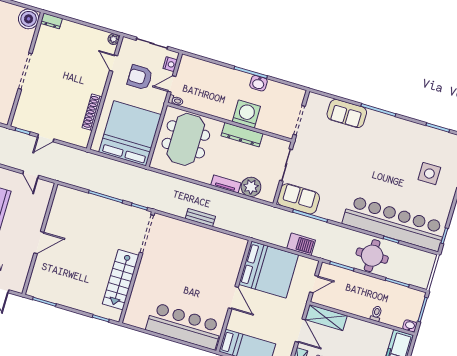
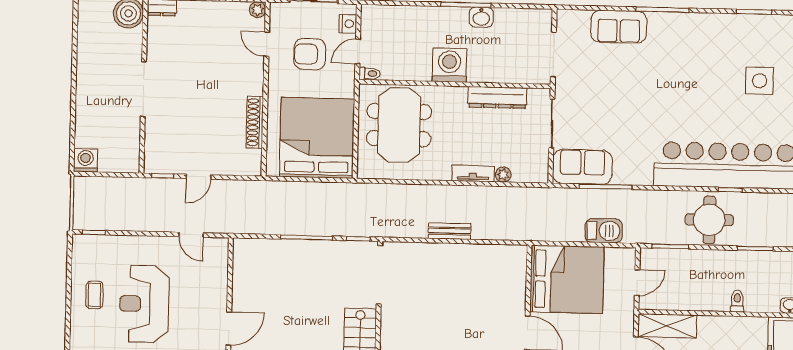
washing machine: (246, 114) -> (449, 65), moved
dresser: (242, 135) -> (497, 98), moved
plant: (251, 187) -> (503, 175), width x0.53, depth x0.53

